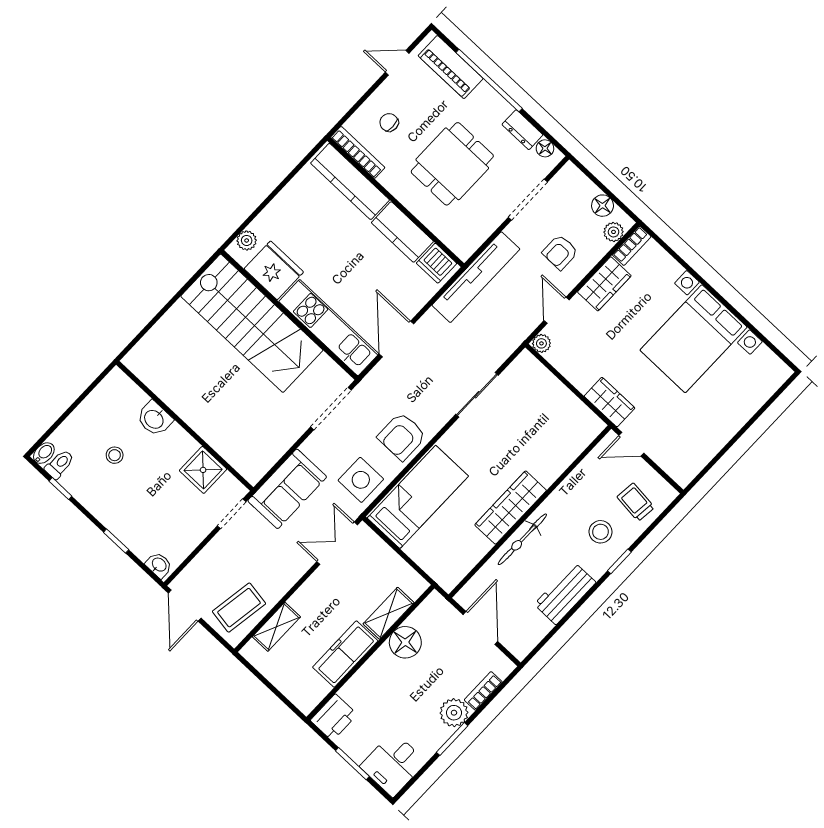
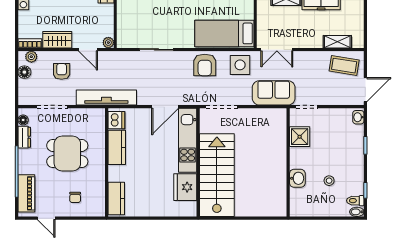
bookcase: (358, 152) -> (101, 199), removed
kitchen counter: (350, 181) -> (116, 198), width x0.67
plant: (247, 240) -> (183, 211), removed
armchair: (560, 252) -> (62, 71), turned -90
door: (557, 310) -> (88, 49), hinge flipped
armchair: (402, 436) -> (205, 65), turned 90

